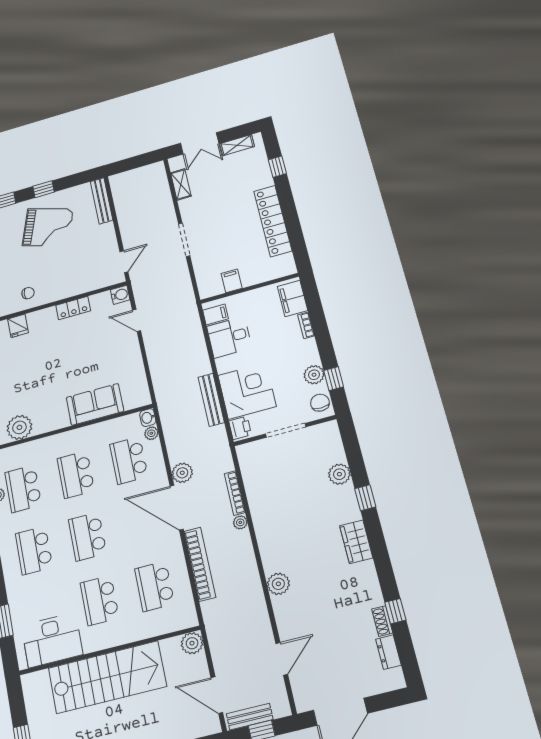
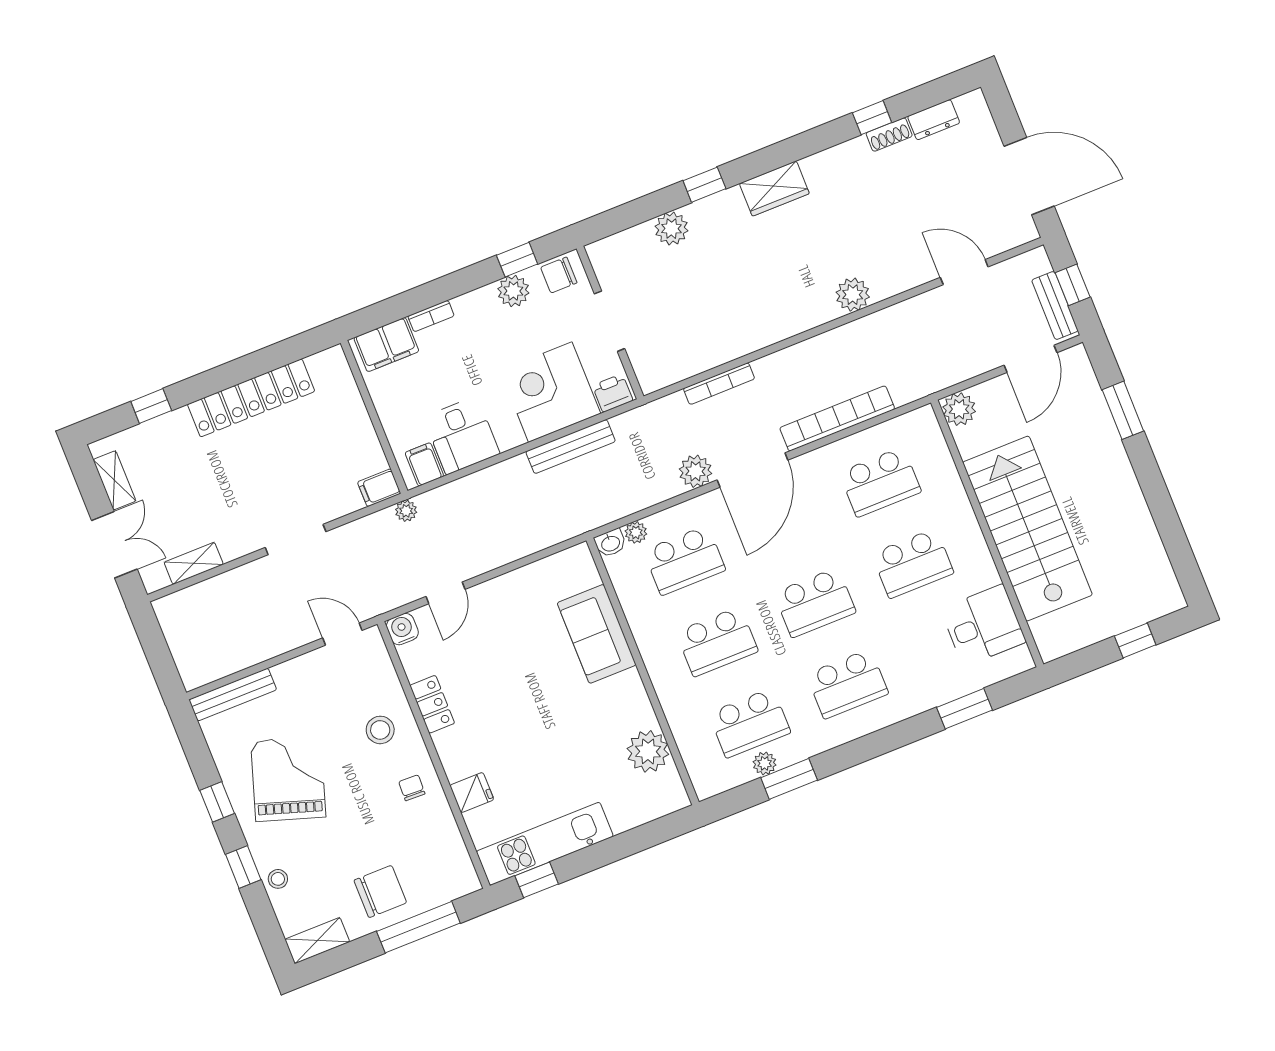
stool: (65, 278) -> (380, 730), added
filing cabinet: (232, 281) -> (379, 488), moved
plant: (240, 522) -> (406, 511), moved
desk: (52, 640) -> (983, 625), width x0.73

